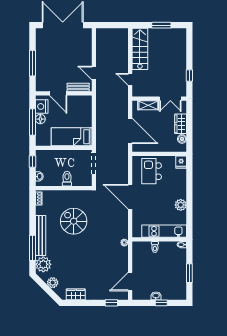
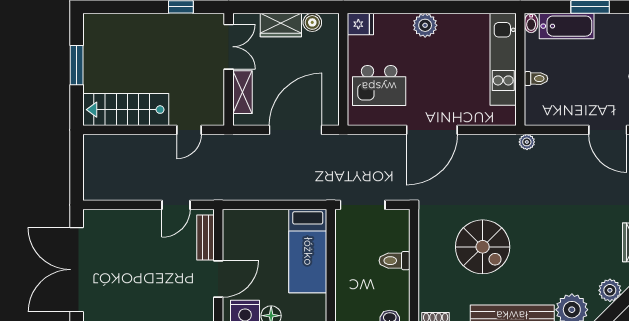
plant: (181, 205) -> (425, 25), moved
spiral stairs: (74, 221) -> (483, 247), turned -90
bathtub: (180, 262) -> (567, 26), added

